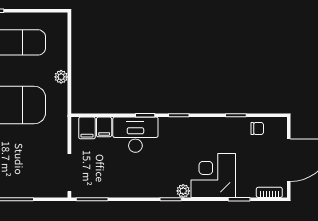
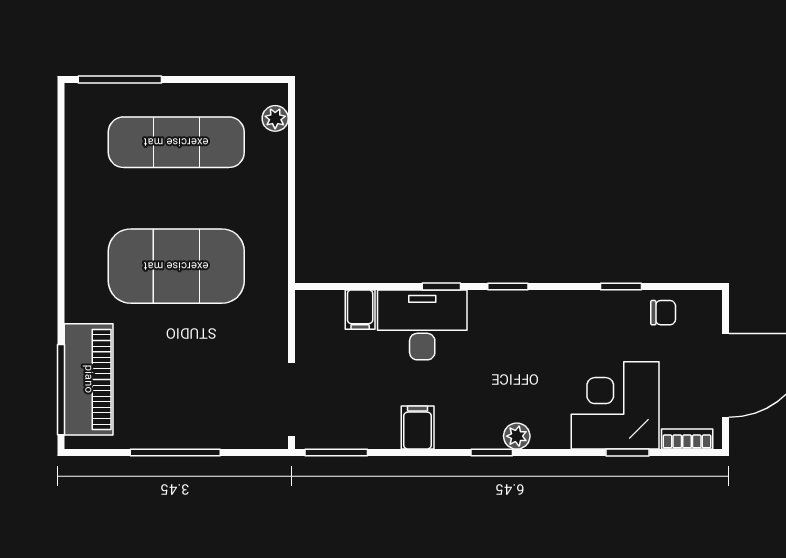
plant: (61, 77) -> (275, 118), moved
filing cabinet: (87, 128) -> (418, 428), moved, turned 180
corner desk: (213, 175) -> (615, 405), moved

